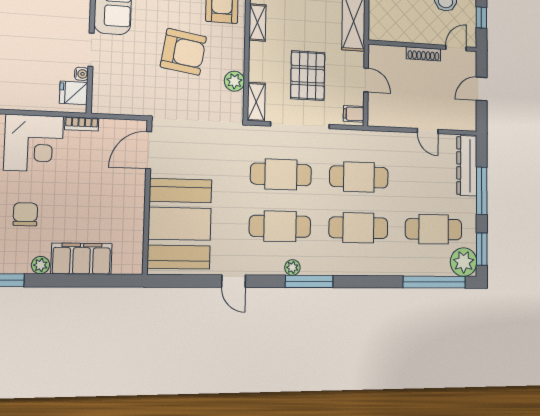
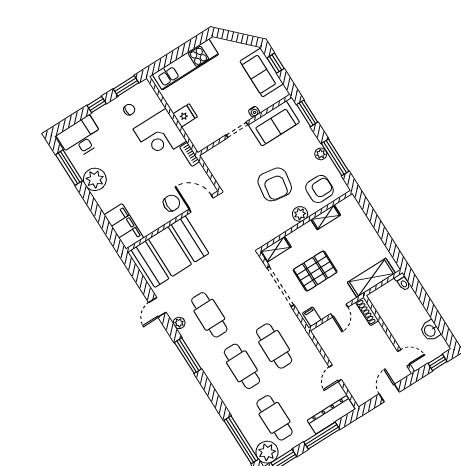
shoe rack: (423, 54) -> (367, 311), moved
water cooler: (81, 74) -> (254, 112), moved
plant: (234, 81) -> (300, 214), moved
door: (482, 89) -> (389, 393), hinge flipped
fridge: (74, 93) -> (185, 115), moved, turned 90
cafe table: (281, 174) -> (242, 294), removed
chair: (25, 214) -> (172, 203), moved
filing cabinet: (82, 259) -> (124, 226), moved
plant: (40, 265) -> (95, 179), width x1.88, depth x1.88
plant: (292, 267) -> (179, 323), moved

